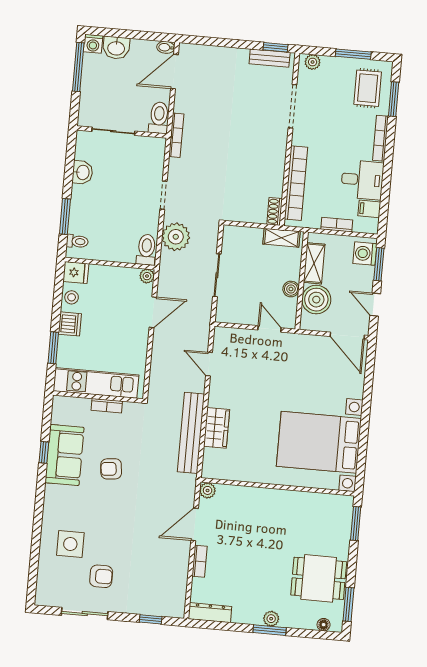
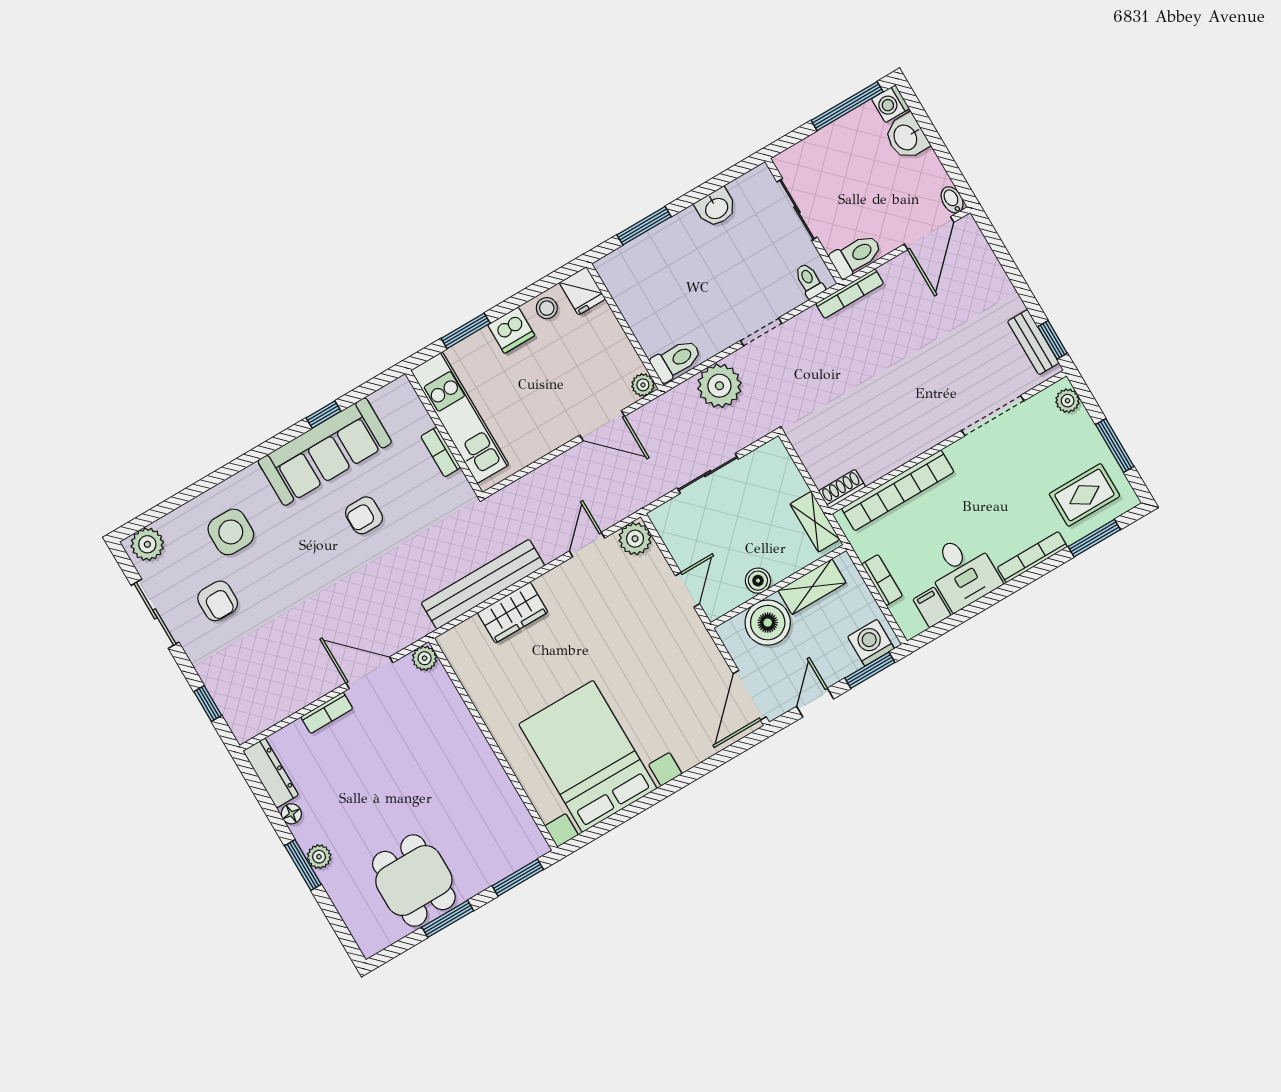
door: (174, 72) -> (929, 233), swing flipped
toilet: (77, 241) -> (809, 281), moved, turned 180
plant: (224, 337) -> (635, 539), added
sofa: (65, 455) -> (325, 452), width x1.36
armchair: (111, 469) -> (364, 515), turned -84
plant: (46, 592) -> (147, 544), added
window: (348, 604) -> (448, 919), moved
floor lamp: (324, 625) -> (291, 814), moved

